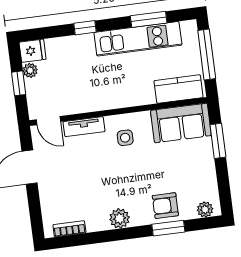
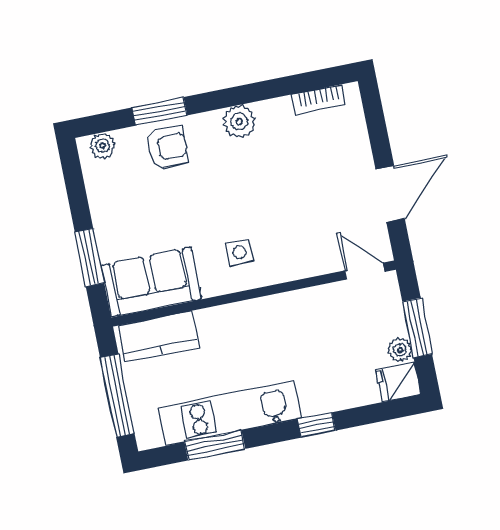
window: (19, 83) -> (417, 328), width x1.50
tv unit: (84, 127) -> (307, 265), removed

